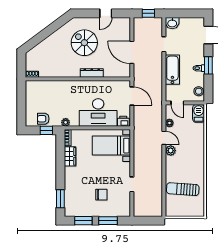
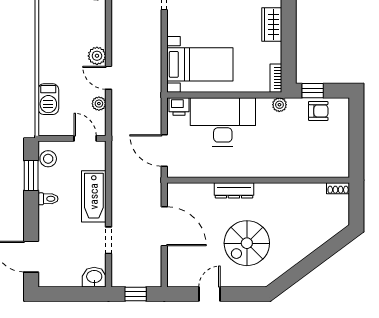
spiral stairs: (84, 43) -> (247, 243), turned 90
window: (208, 65) -> (31, 176), moved
barbecue: (199, 113) -> (48, 99), moved
wardrobe: (70, 156) -> (272, 24), moved

